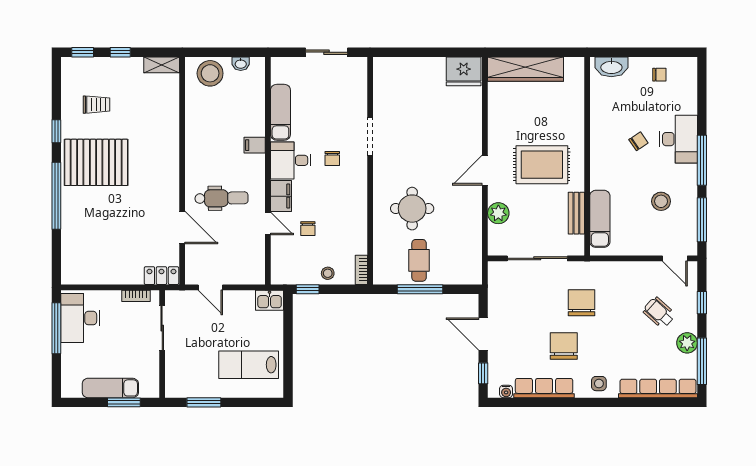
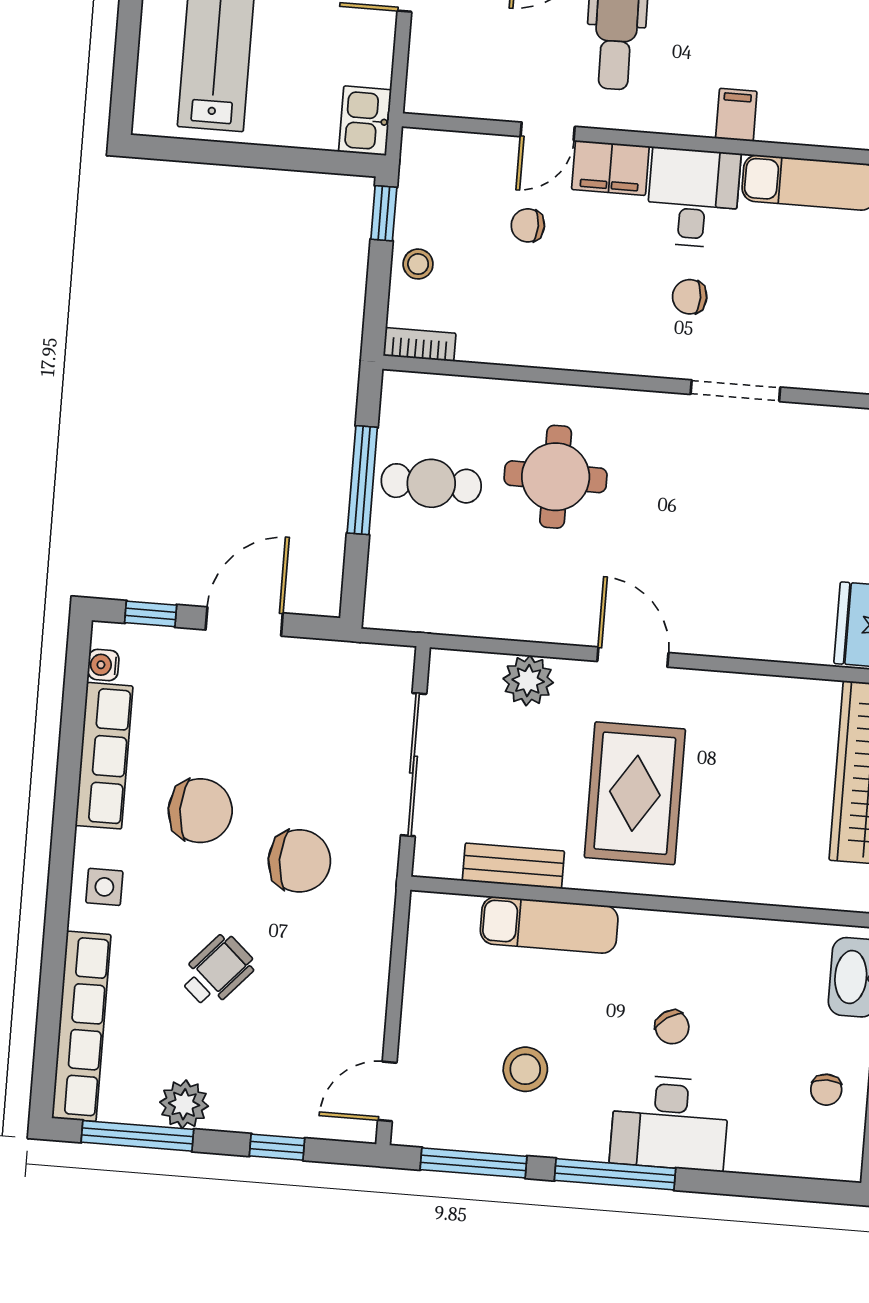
exam couch: (600, 219) -> (549, 925), moved
wheelchair: (659, 313) -> (217, 971), moved

